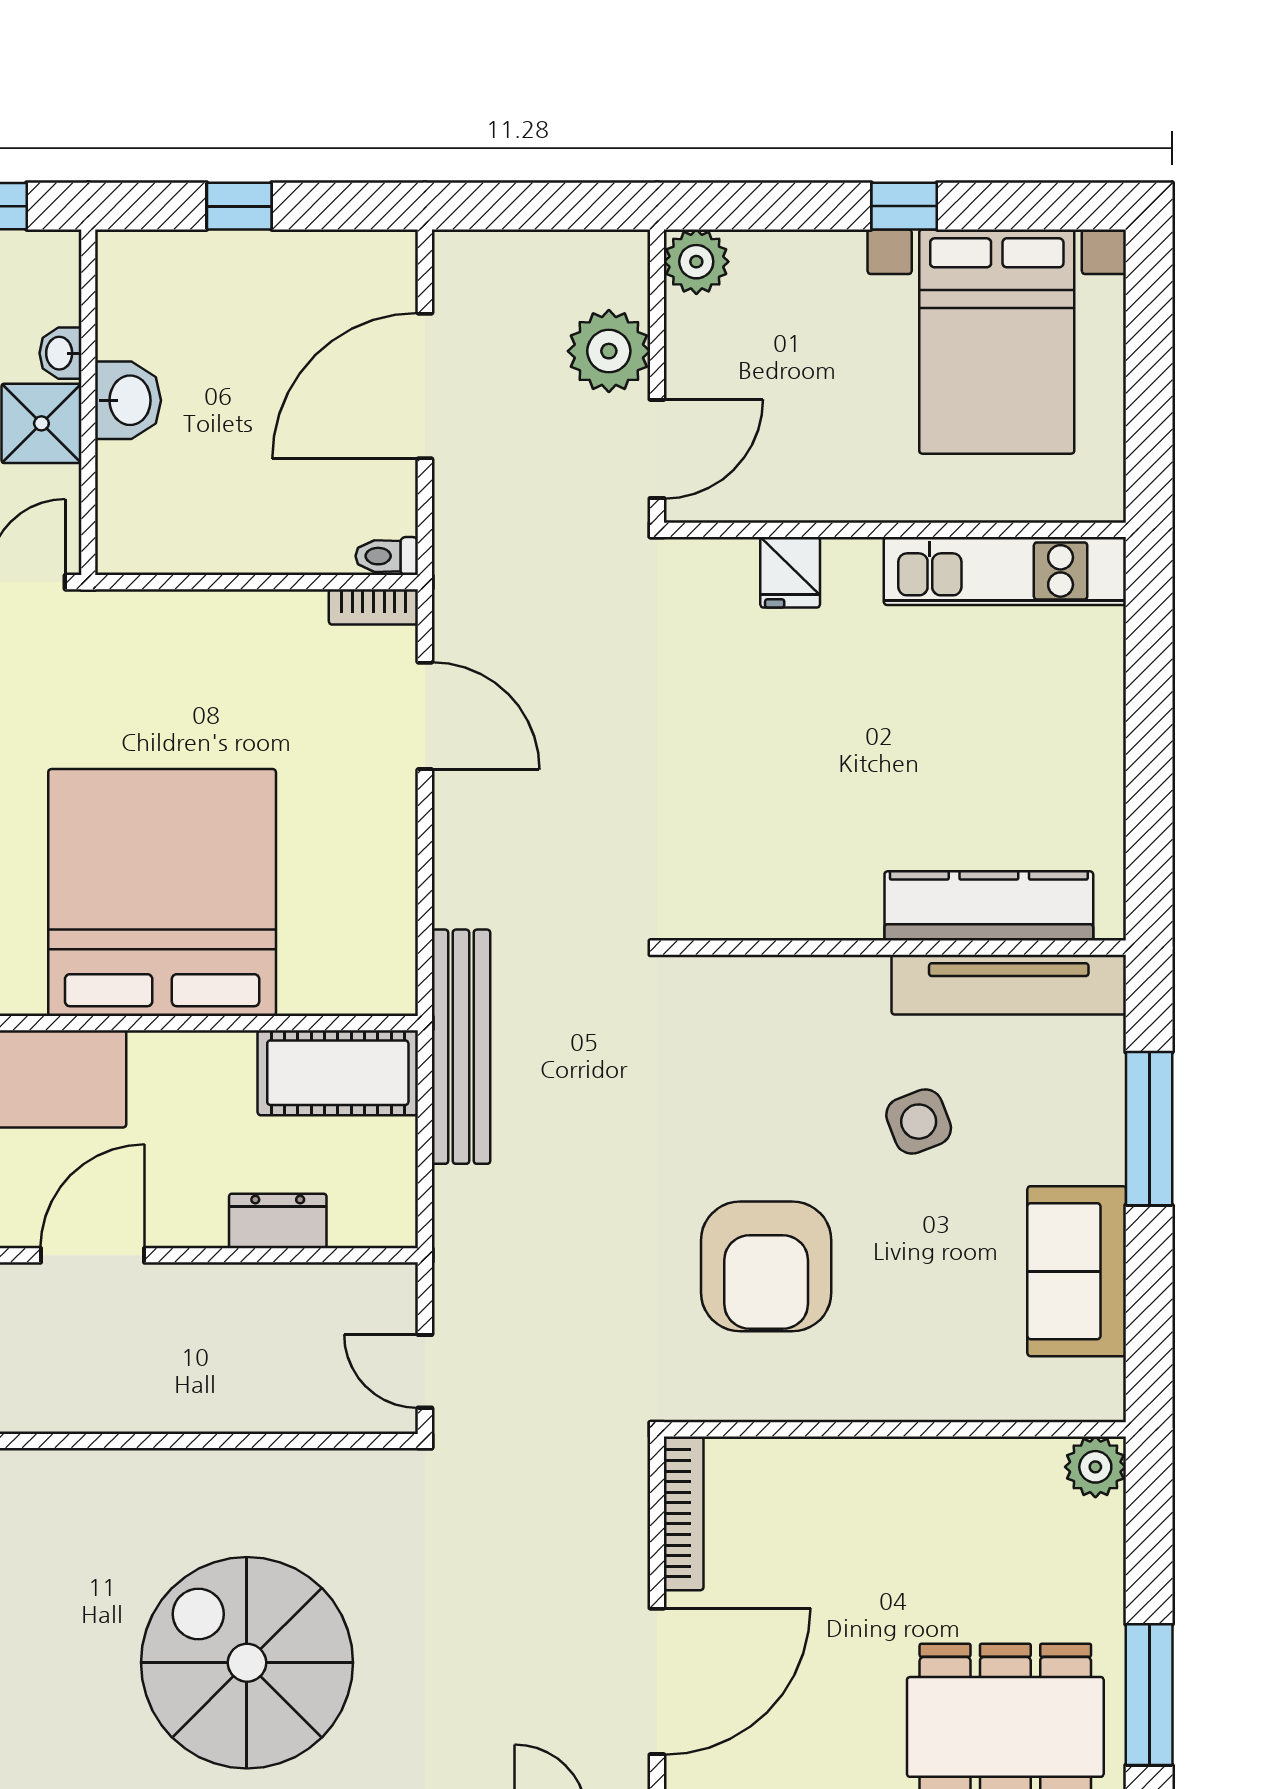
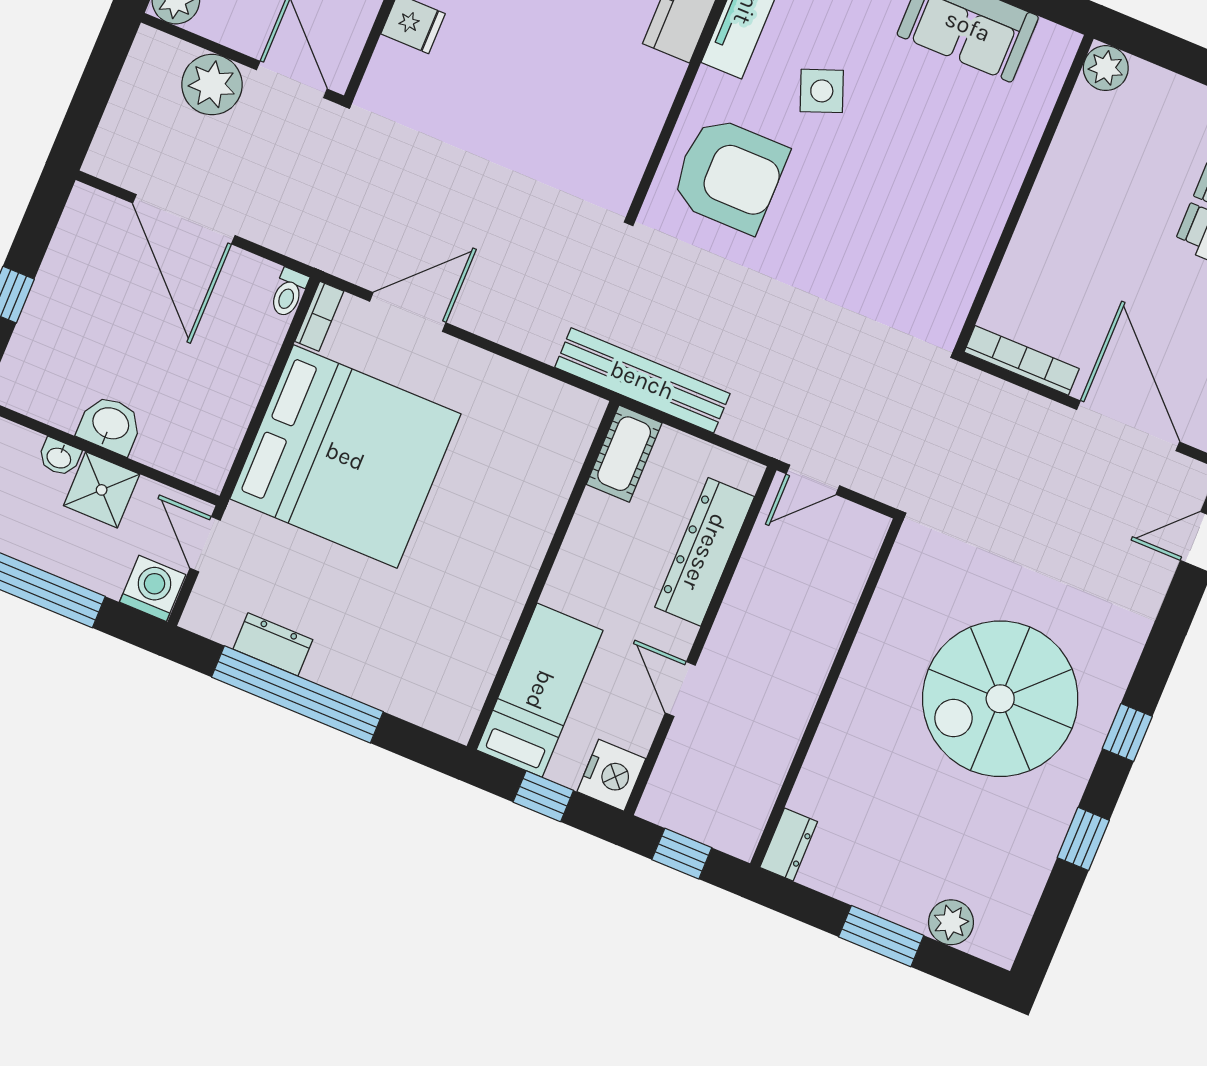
bed: (162, 893) -> (345, 456), moved, turned 180
cot: (338, 1073) -> (624, 454), width x0.73, depth x0.75
dresser: (278, 1221) -> (705, 552), width x1.96, depth x1.24
door: (93, 1255) -> (680, 689), width x0.73
armchair: (766, 1266) -> (729, 175), moved
door: (425, 1371) -> (813, 480), moved

